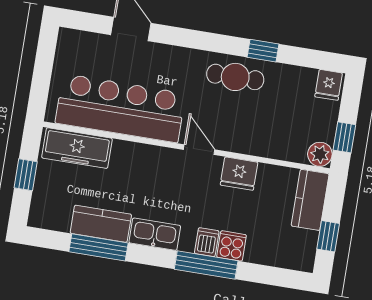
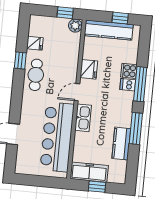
fridge: (329, 85) -> (35, 43), moved
freezer: (77, 148) -> (89, 172), moved, turned -90
kitchen counter: (310, 200) -> (109, 30), width x1.50
kitchen sink: (155, 234) -> (83, 118), moved, turned 180
window: (98, 247) -> (136, 128), moved

